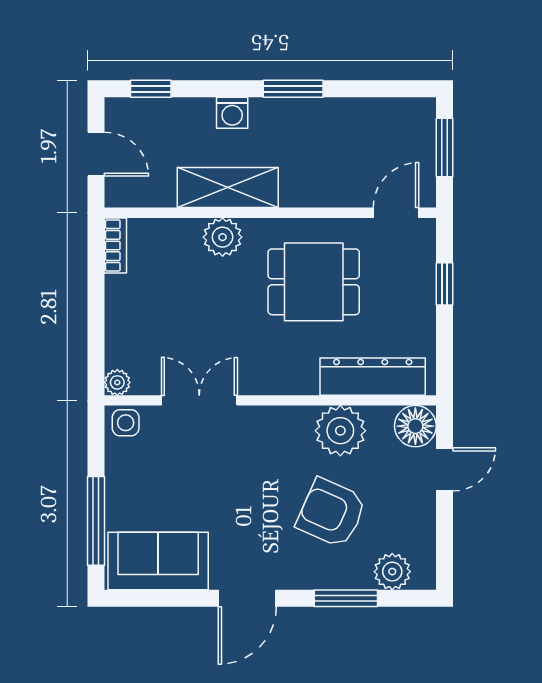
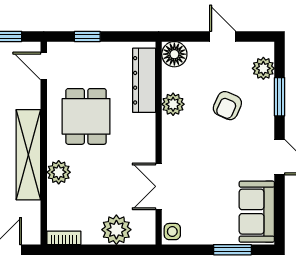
shelving: (228, 188) -> (28, 155), width x1.47
plant: (117, 382) -> (116, 230), moved, width x1.87, depth x1.87
plant: (340, 431) -> (173, 104), width x0.73, depth x0.73
door: (444, 469) -> (223, 36), moved
armchair: (331, 513) -> (227, 106), width x0.72, depth x0.72
window: (96, 521) -> (232, 250), width x0.69

